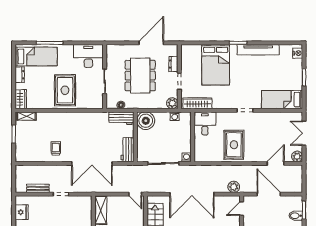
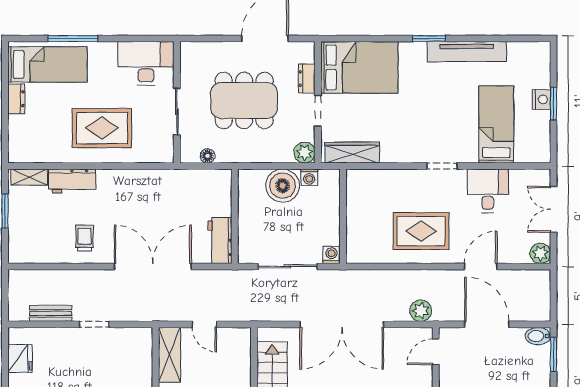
nightstand: (298, 53) -> (542, 100), moved
bed: (216, 65) -> (359, 67), moved, turned -90
dining table: (140, 76) -> (244, 100), turned 90
rug: (65, 90) -> (102, 128), turned 90
wardrobe: (21, 99) -> (18, 145), removed
bed: (282, 100) -> (496, 124), moved, turned 90
workbench: (121, 118) -> (72, 181), moved
boiler: (146, 121) -> (283, 186), moved
desk: (205, 123) -> (488, 191), moved
rug: (234, 145) -> (421, 231), turned 90
double door: (92, 163) -> (153, 266), swing flipped
door: (276, 163) -> (481, 266), moved
door: (135, 194) -> (204, 324), moved
bidet: (296, 216) -> (538, 336), moved

